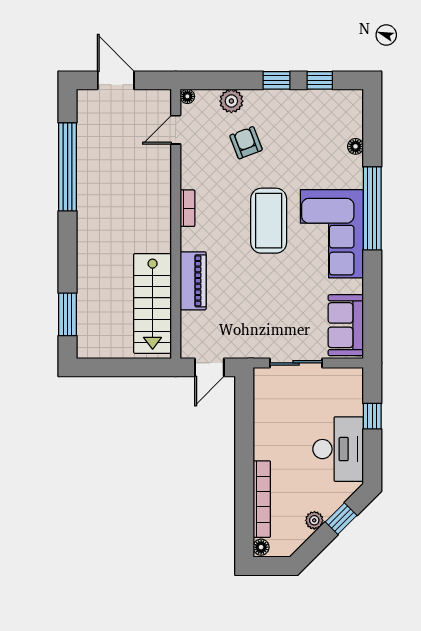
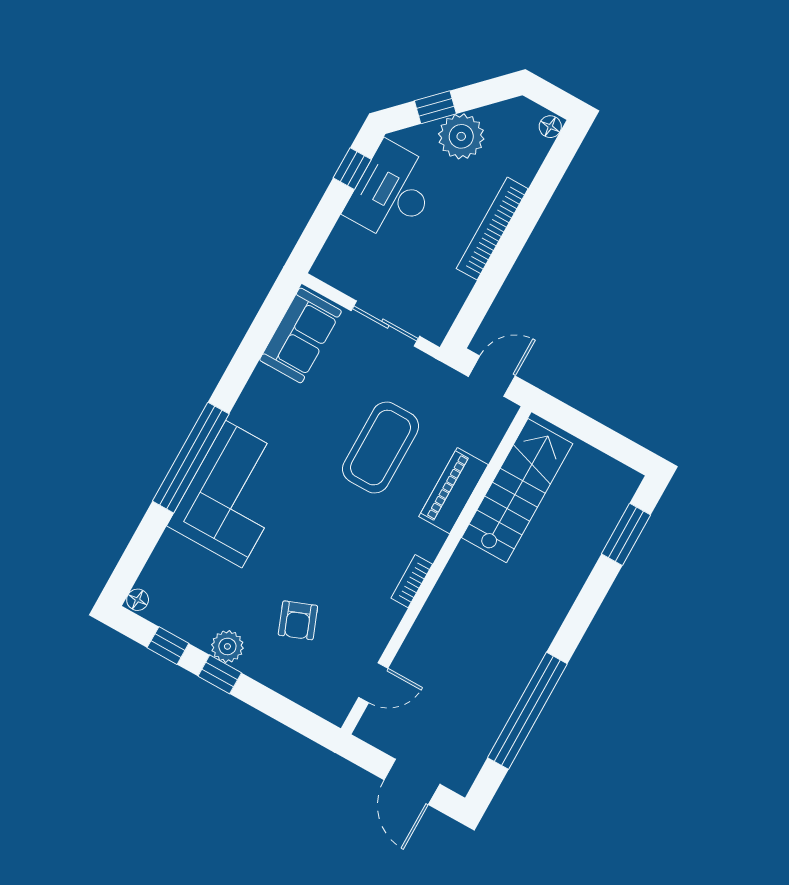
floor lamp: (187, 96) -> (337, 715), removed
plant: (231, 101) -> (227, 646), moved
floor lamp: (356, 146) -> (138, 600), moved
coffee table: (269, 221) -> (381, 448), moved
corner sofa: (332, 234) -> (234, 494), moved
window: (372, 416) -> (352, 169), moved
bookcase: (262, 499) -> (492, 229), moved
plant: (314, 520) -> (461, 136), width x1.88, depth x1.88

